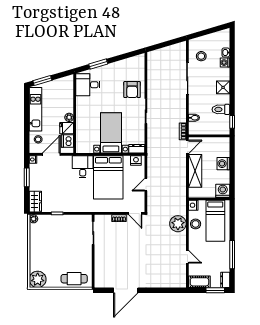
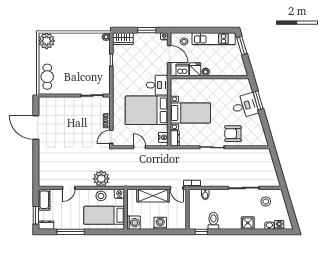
washing machine: (225, 63) -> (279, 225), moved
desk: (88, 85) -> (245, 106), moved, turned 74
shower: (223, 87) -> (248, 223), moved

